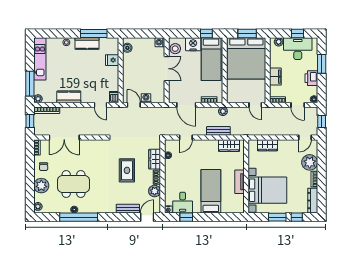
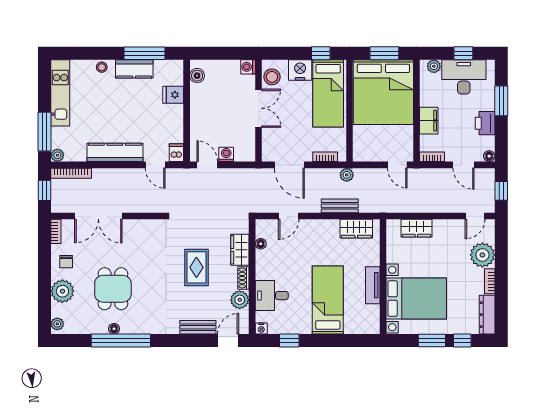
kitchen counter: (69, 97) -> (115, 152), width x1.50
dining table: (74, 184) -> (113, 289), width x0.73
desk: (183, 203) -> (272, 296), moved, turned 90

